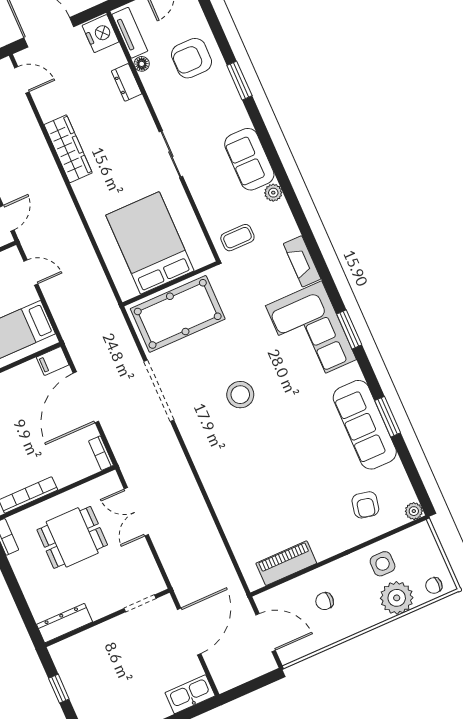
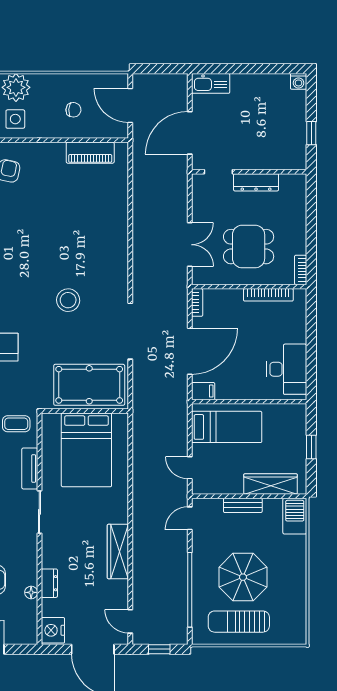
tv unit: (130, 33) -> (30, 468), moved
dresser: (65, 623) -> (256, 182), moved

